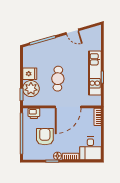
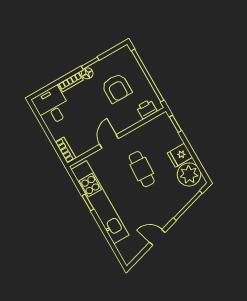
kitchen unit: (95, 73) -> (100, 202), width x1.36
plant: (31, 89) -> (189, 174), moved
door: (68, 107) -> (109, 141), width x0.53

